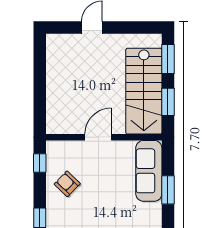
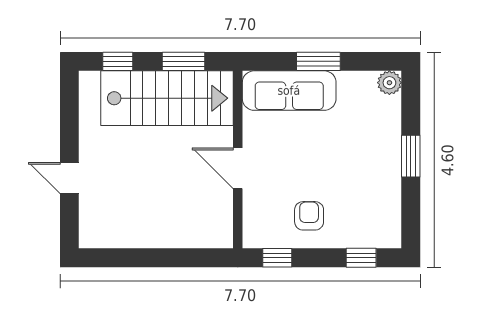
window: (168, 59) -> (118, 61), width x0.67
armchair: (67, 184) -> (309, 216), turned 136

